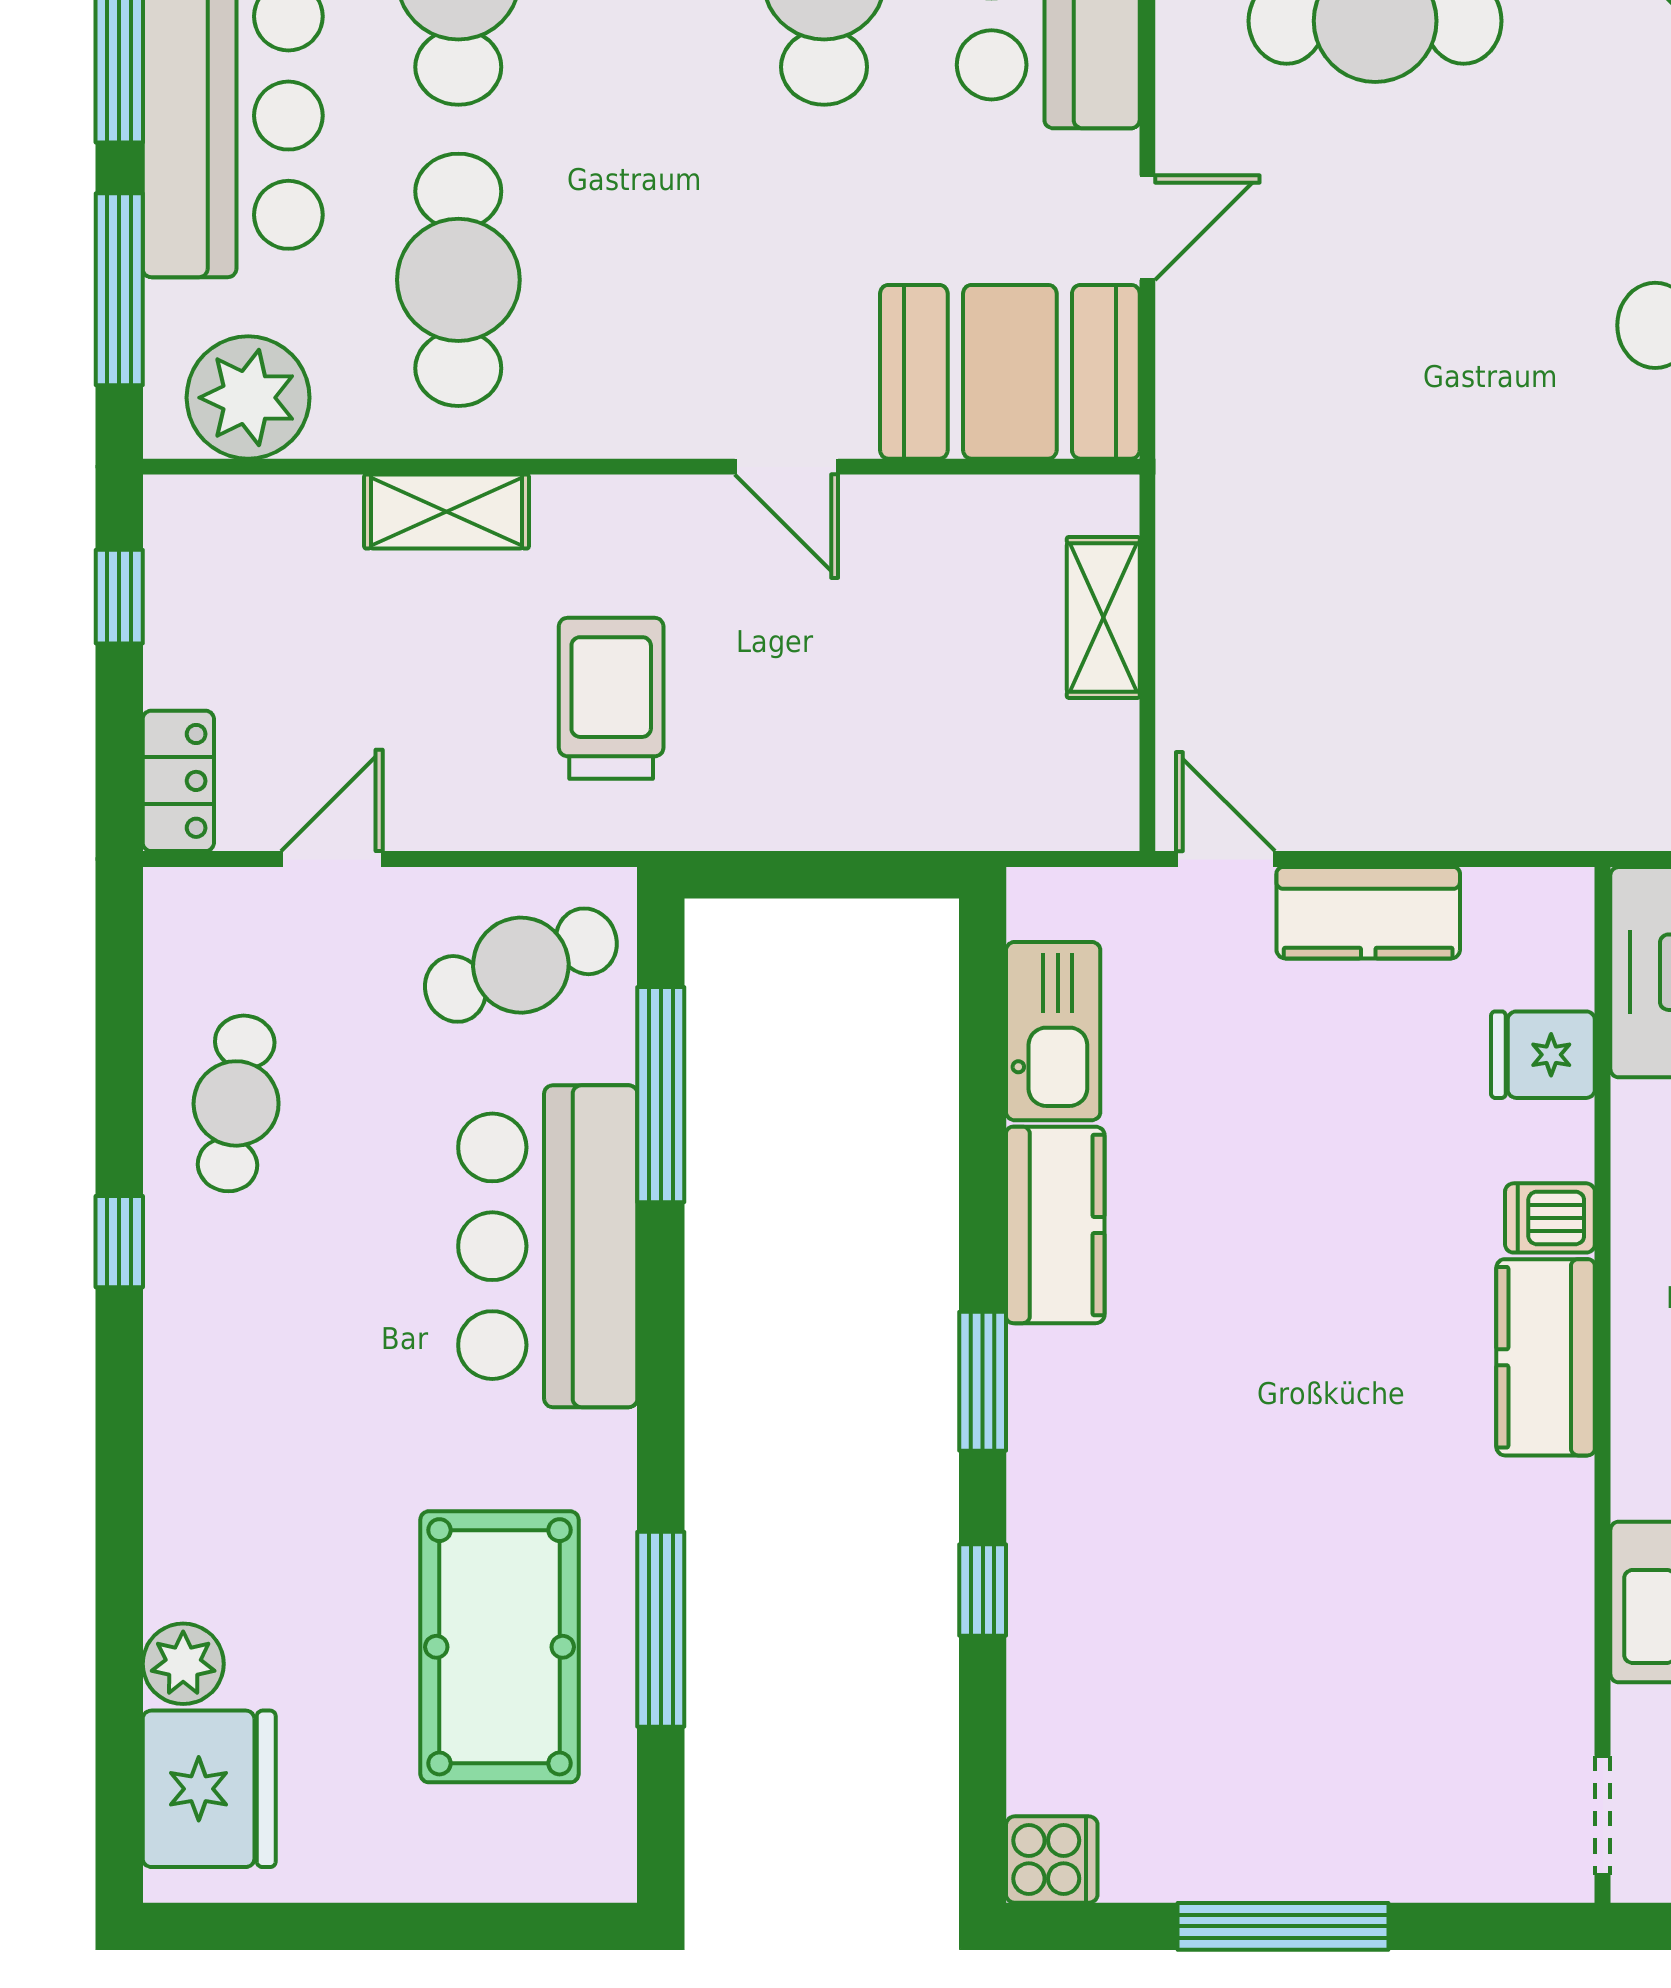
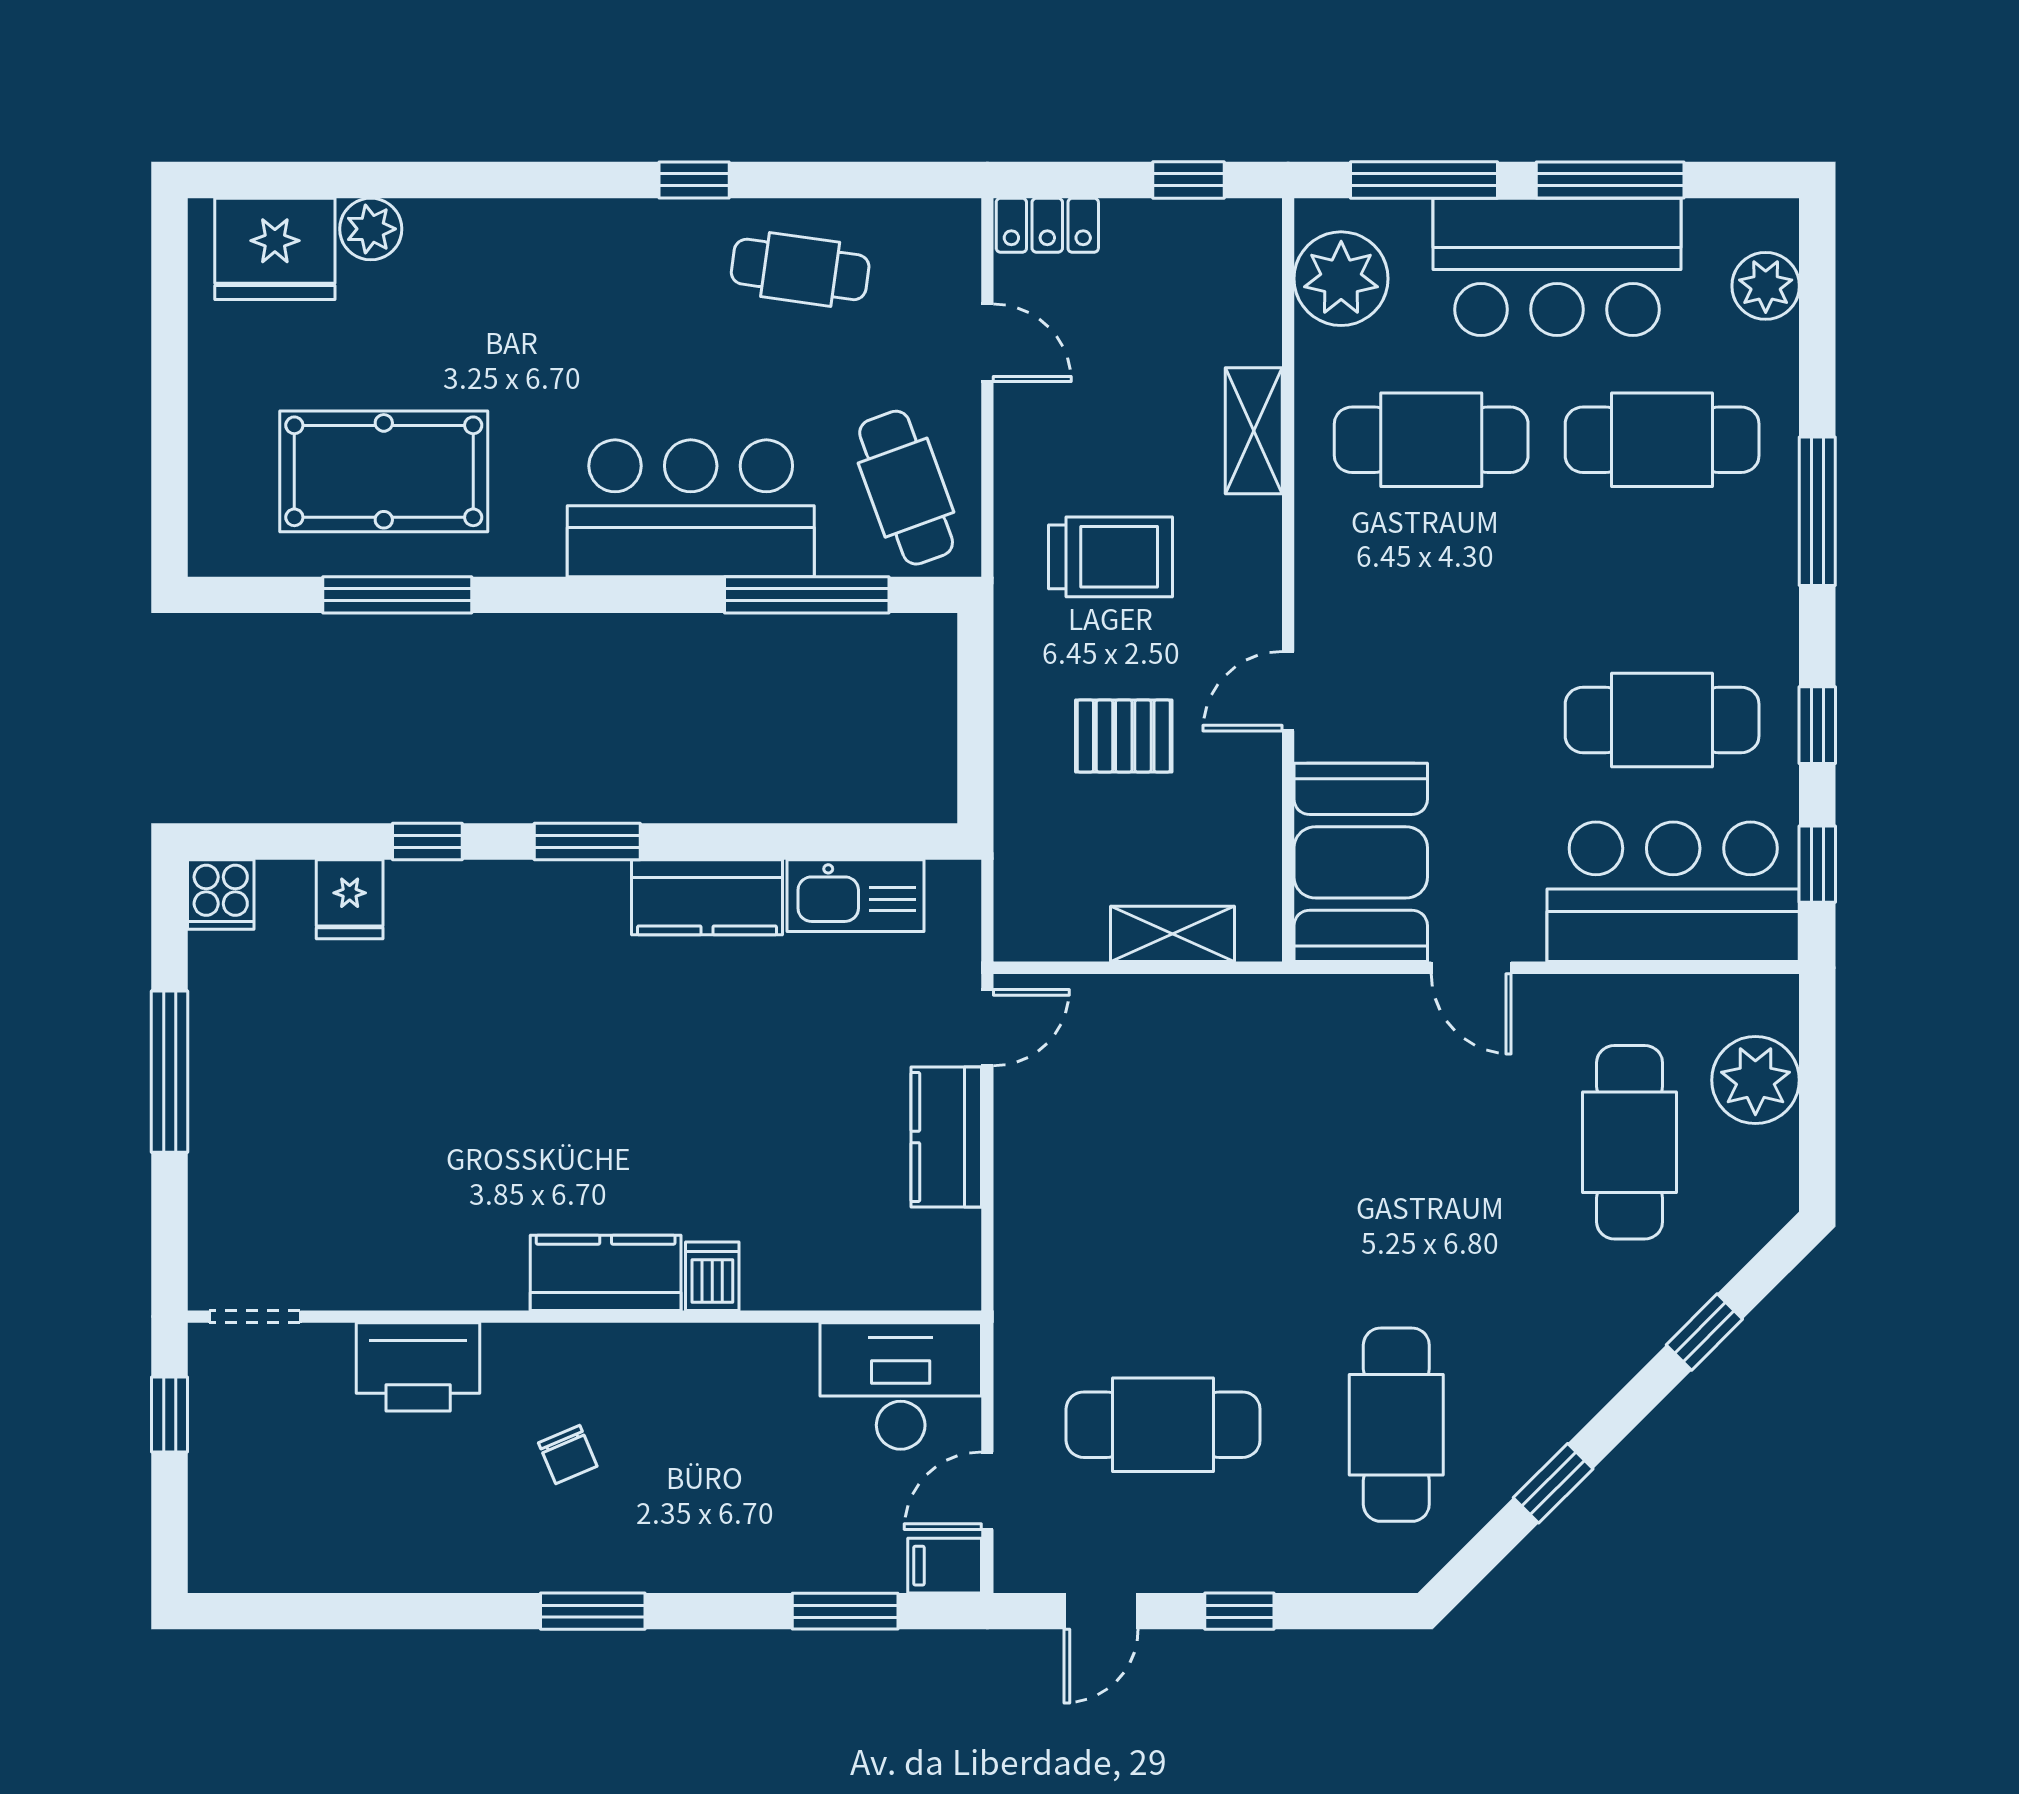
pallet: (845, 681) -> (1124, 736), added
fridge: (1543, 1055) -> (350, 899), moved, turned 180

